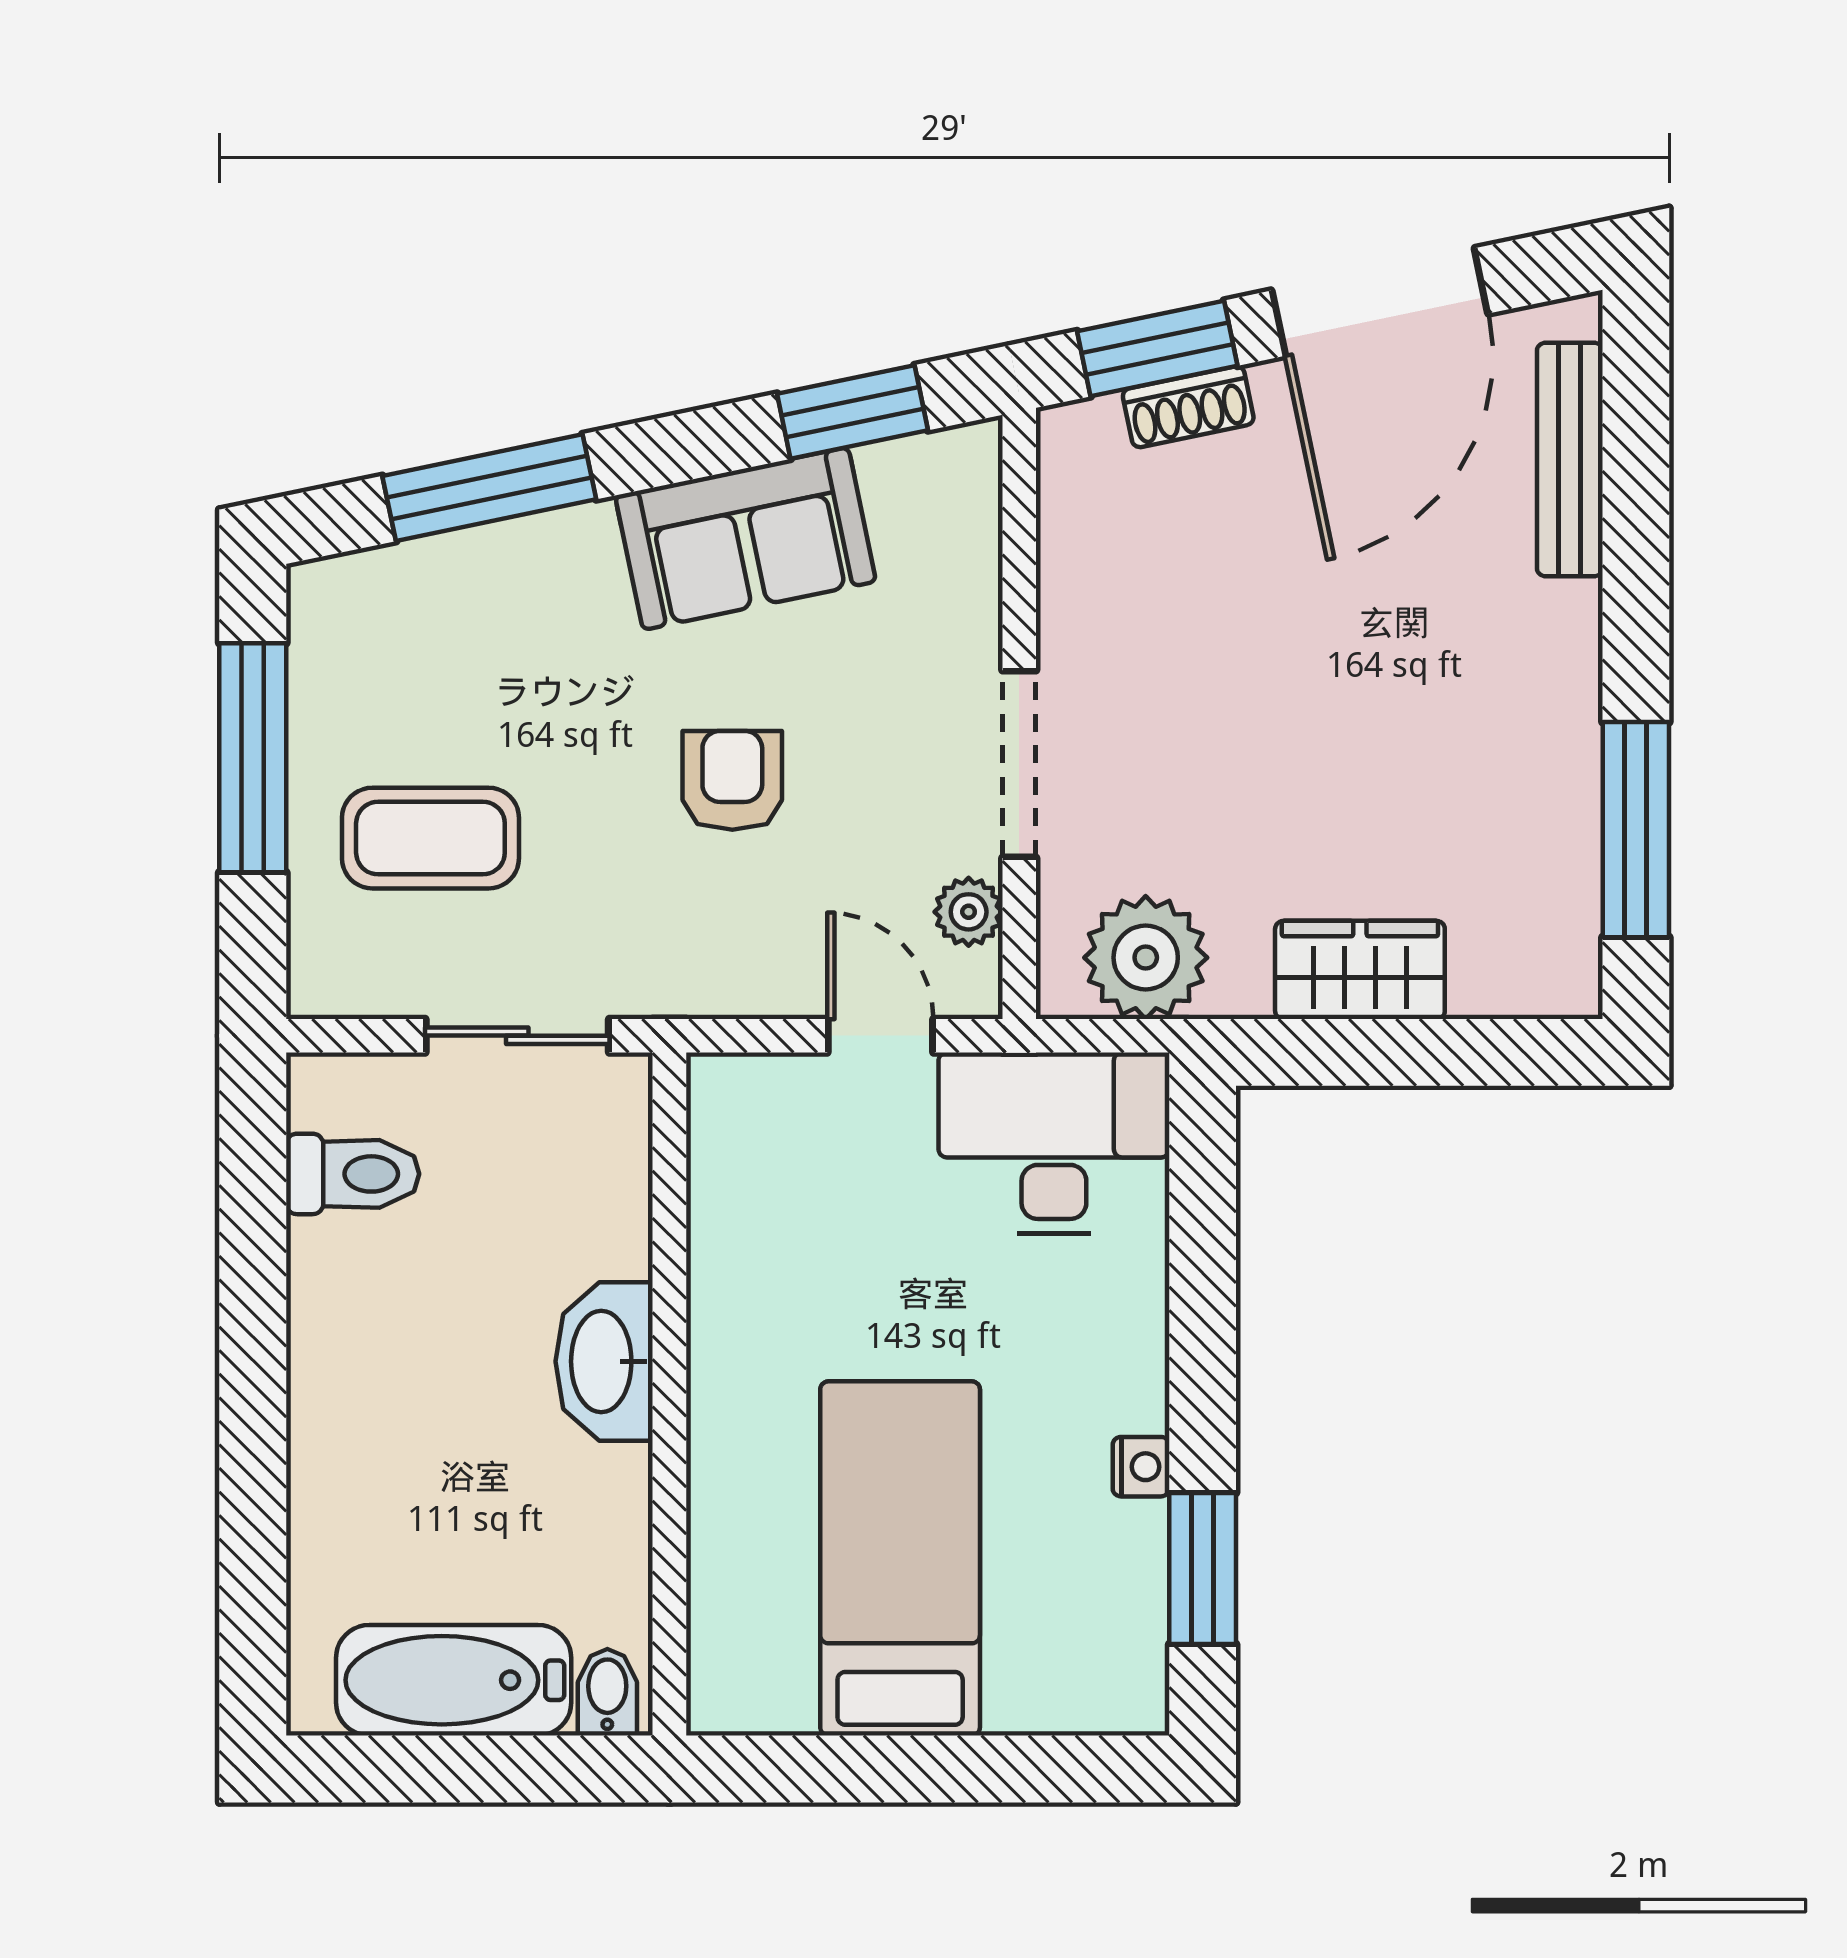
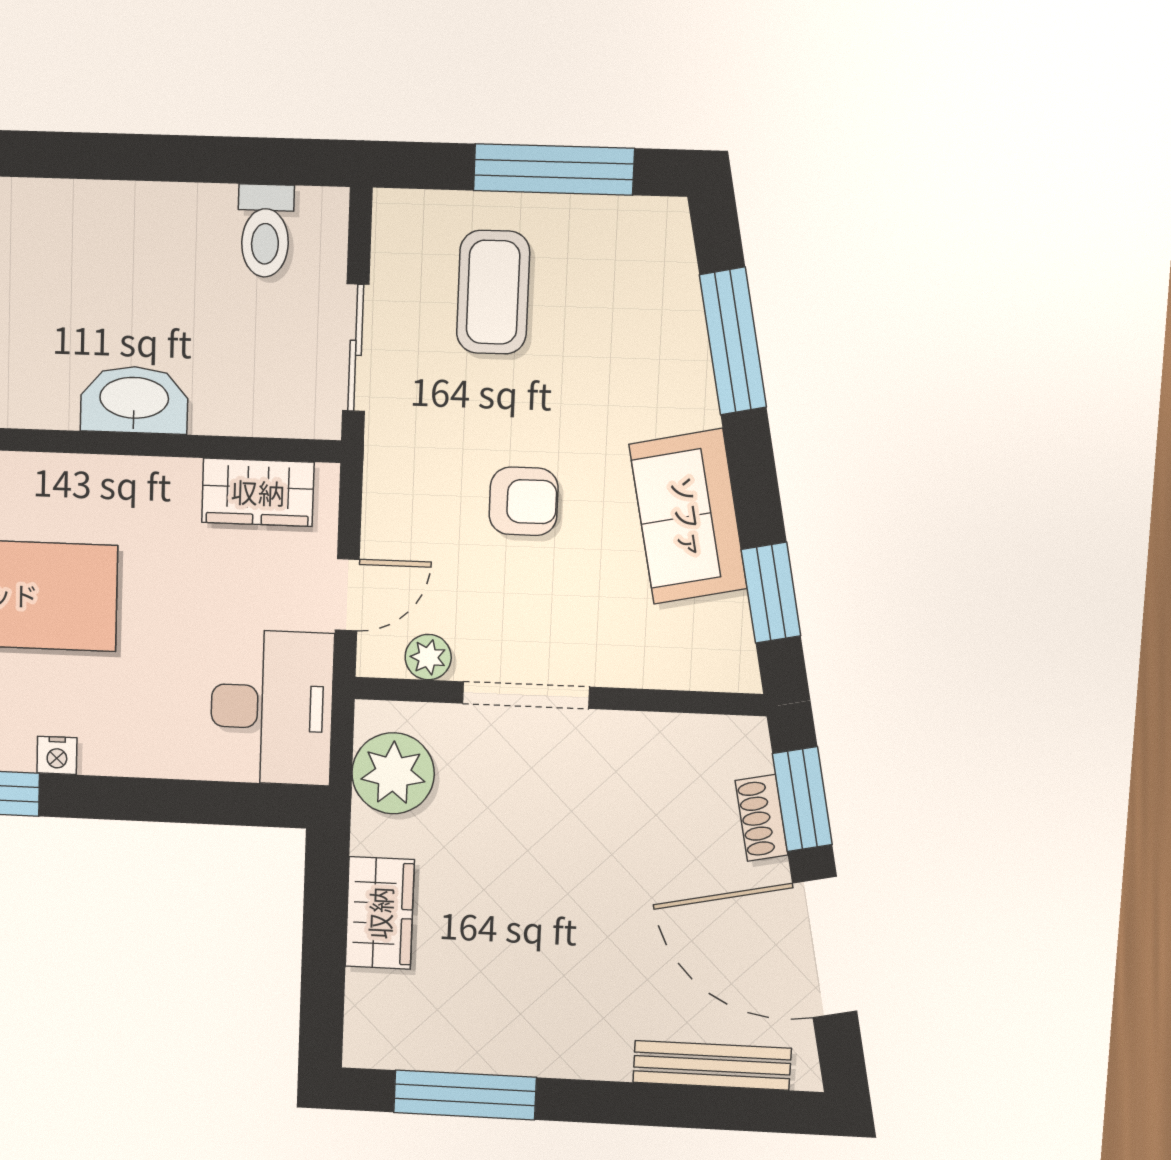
wardrobe: (734, 1174) -> (258, 492), added

